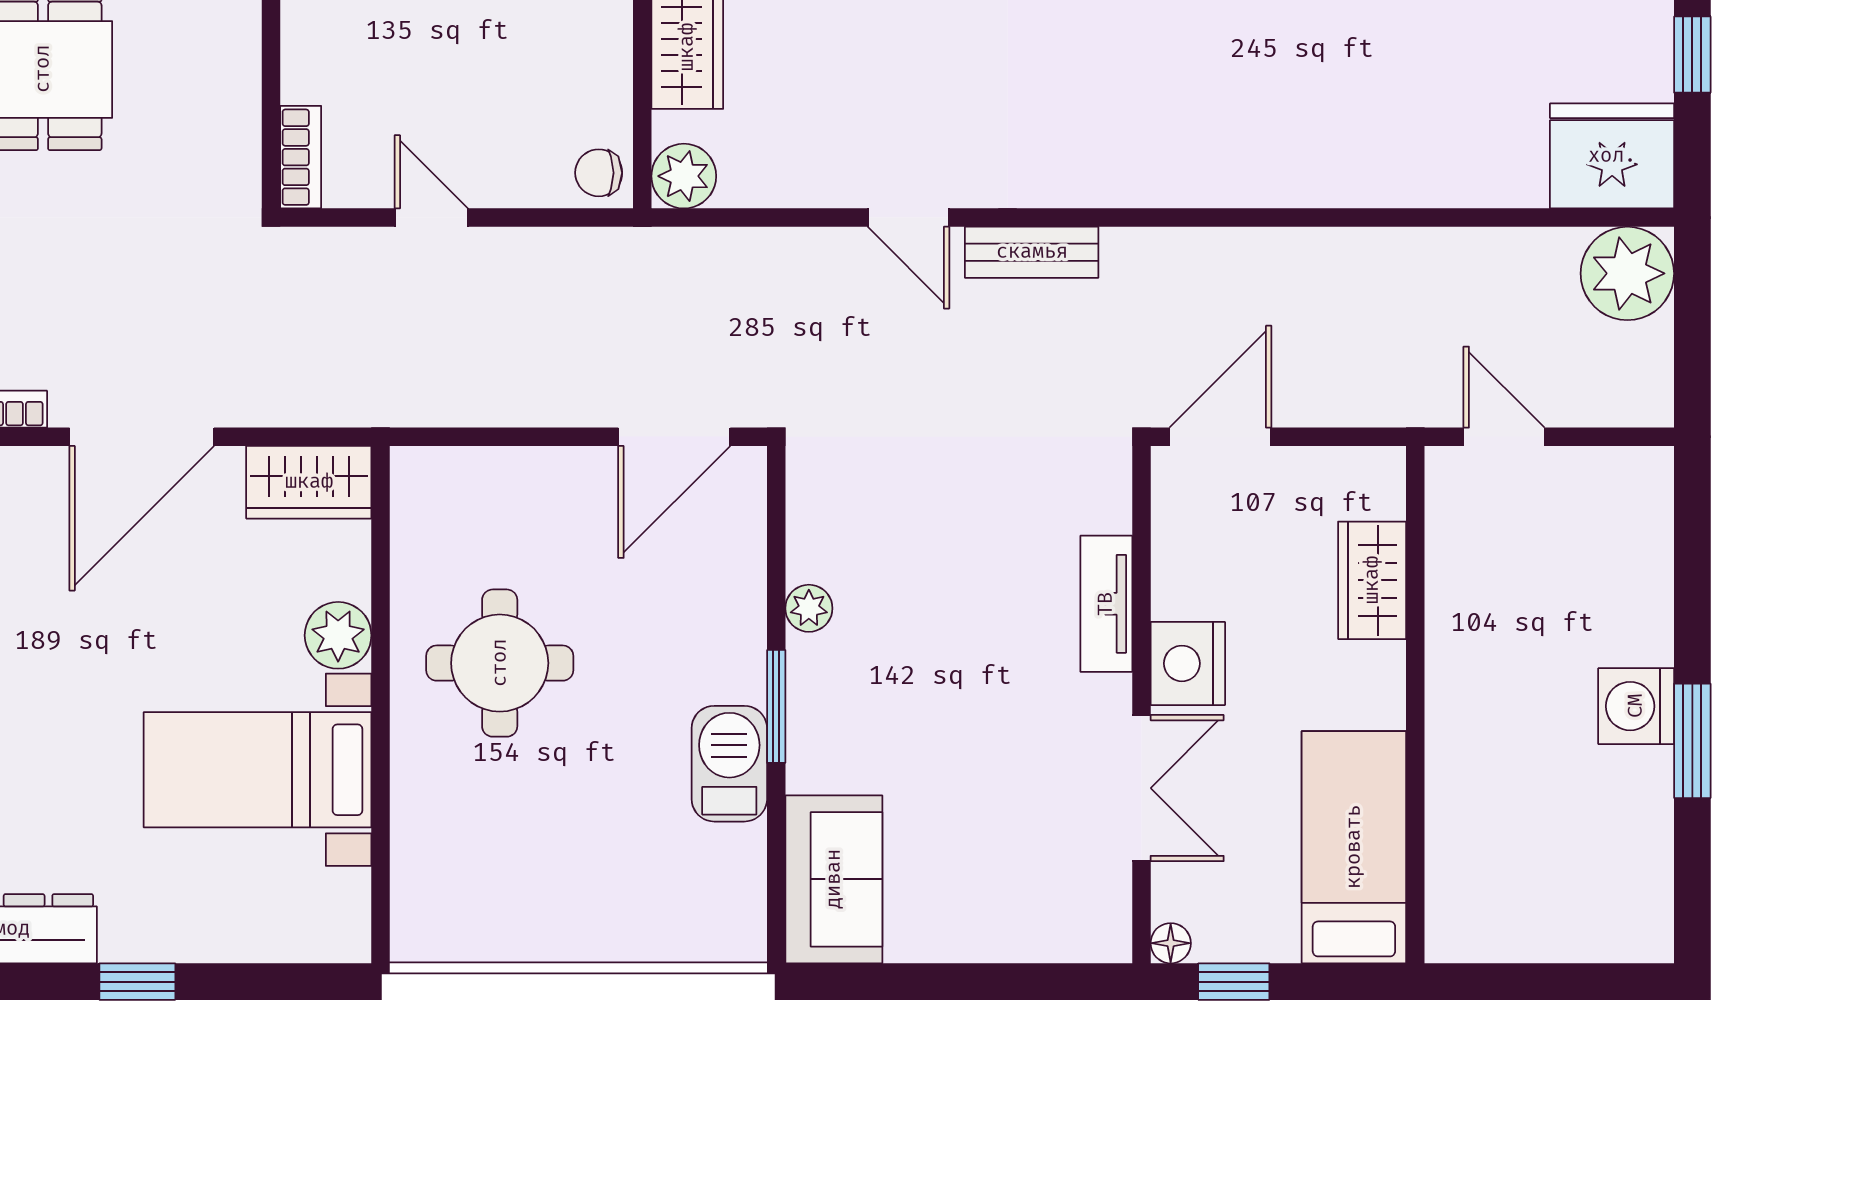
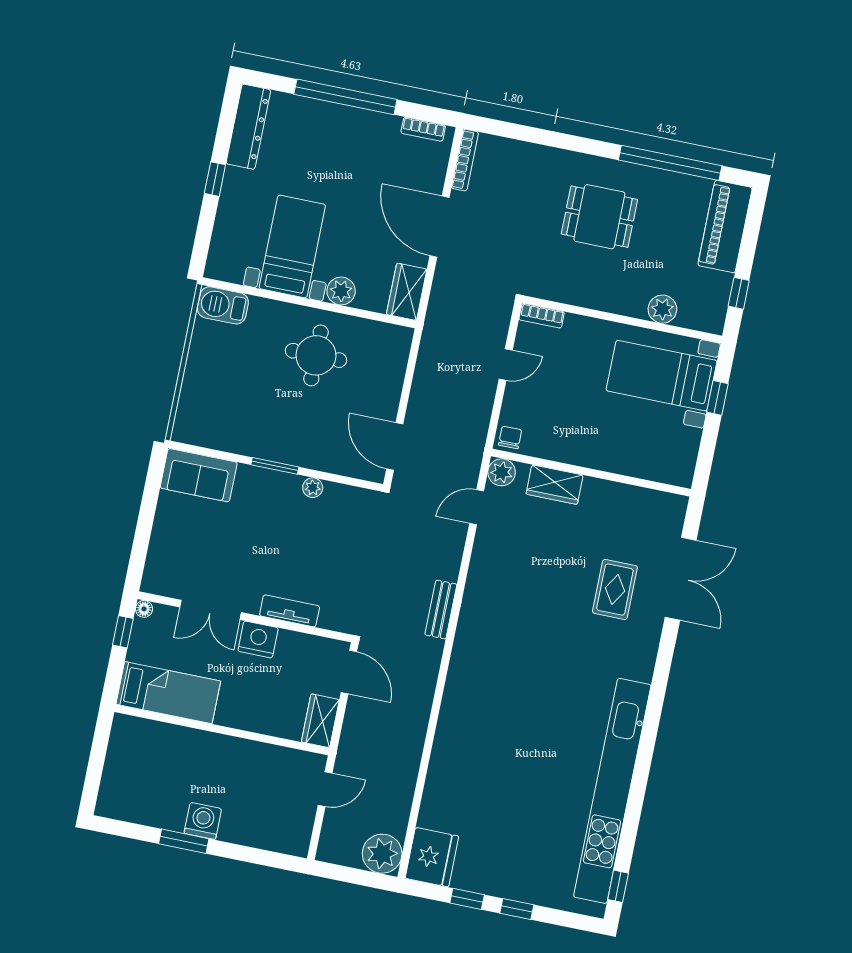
door: (908, 218) -> (477, 507), moved
wardrobe: (1372, 580) -> (320, 721), moved, turned -90
barbecue: (729, 764) -> (223, 305), moved, turned 180

